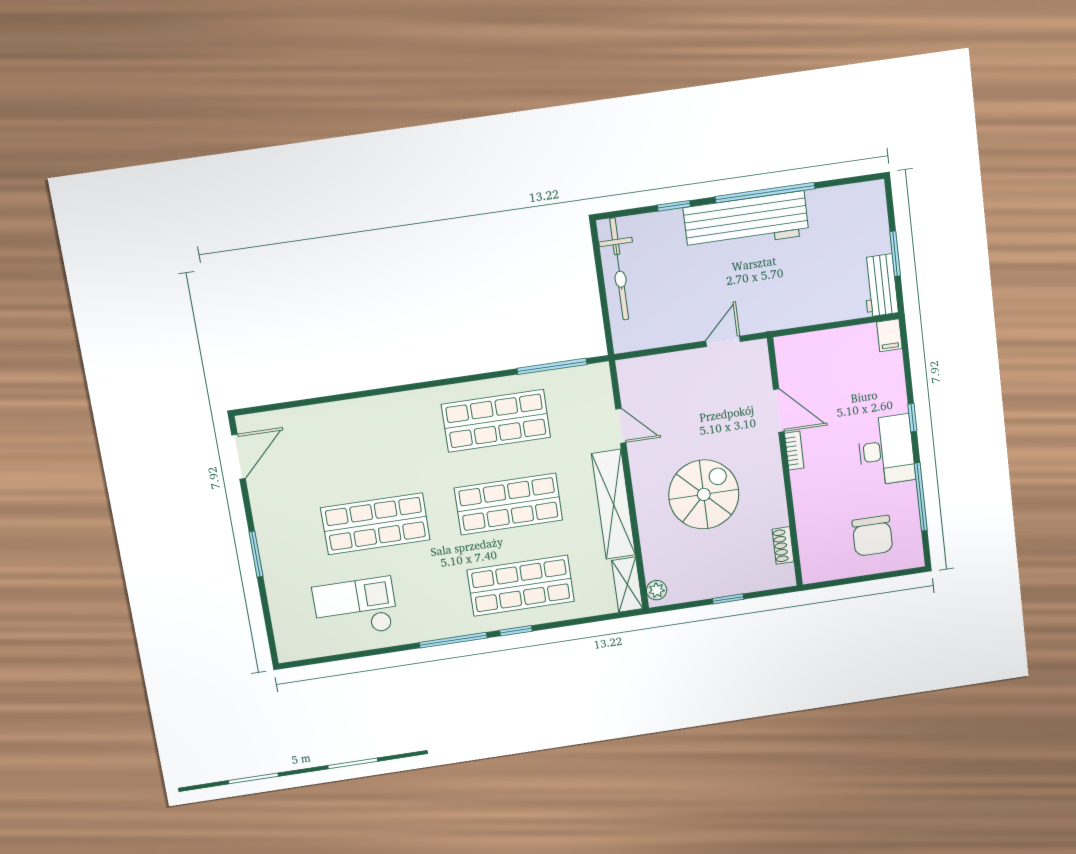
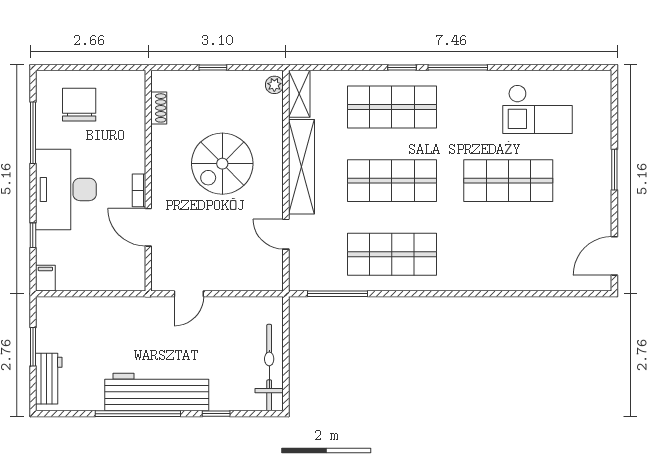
workbench: (880, 285) -> (49, 379), moved
window: (912, 418) -> (33, 235), moved
desk: (886, 450) -> (66, 189), width x1.36, depth x1.30

